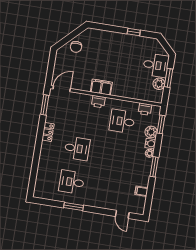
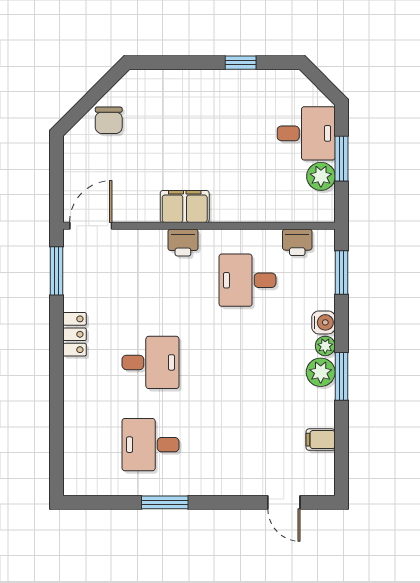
plant: (151, 132) -> (321, 372), moved

